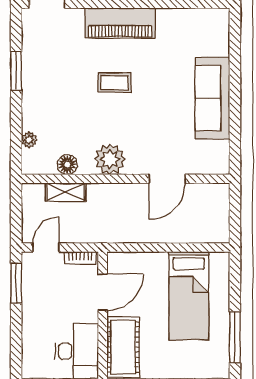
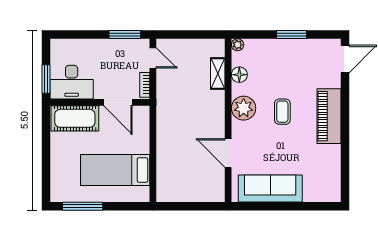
plant: (110, 159) -> (244, 108), moved
floor lamp: (67, 165) -> (239, 75), moved
wall: (126, 179) -> (228, 120), moved
door: (167, 179) -> (228, 153), moved
shelving: (66, 192) -> (218, 73), moved

